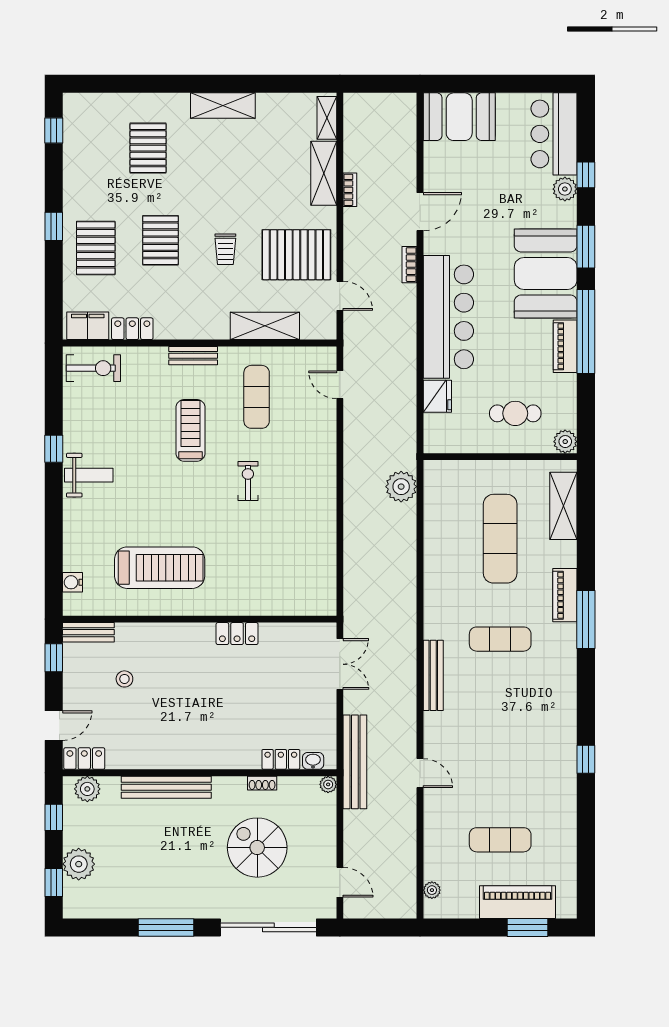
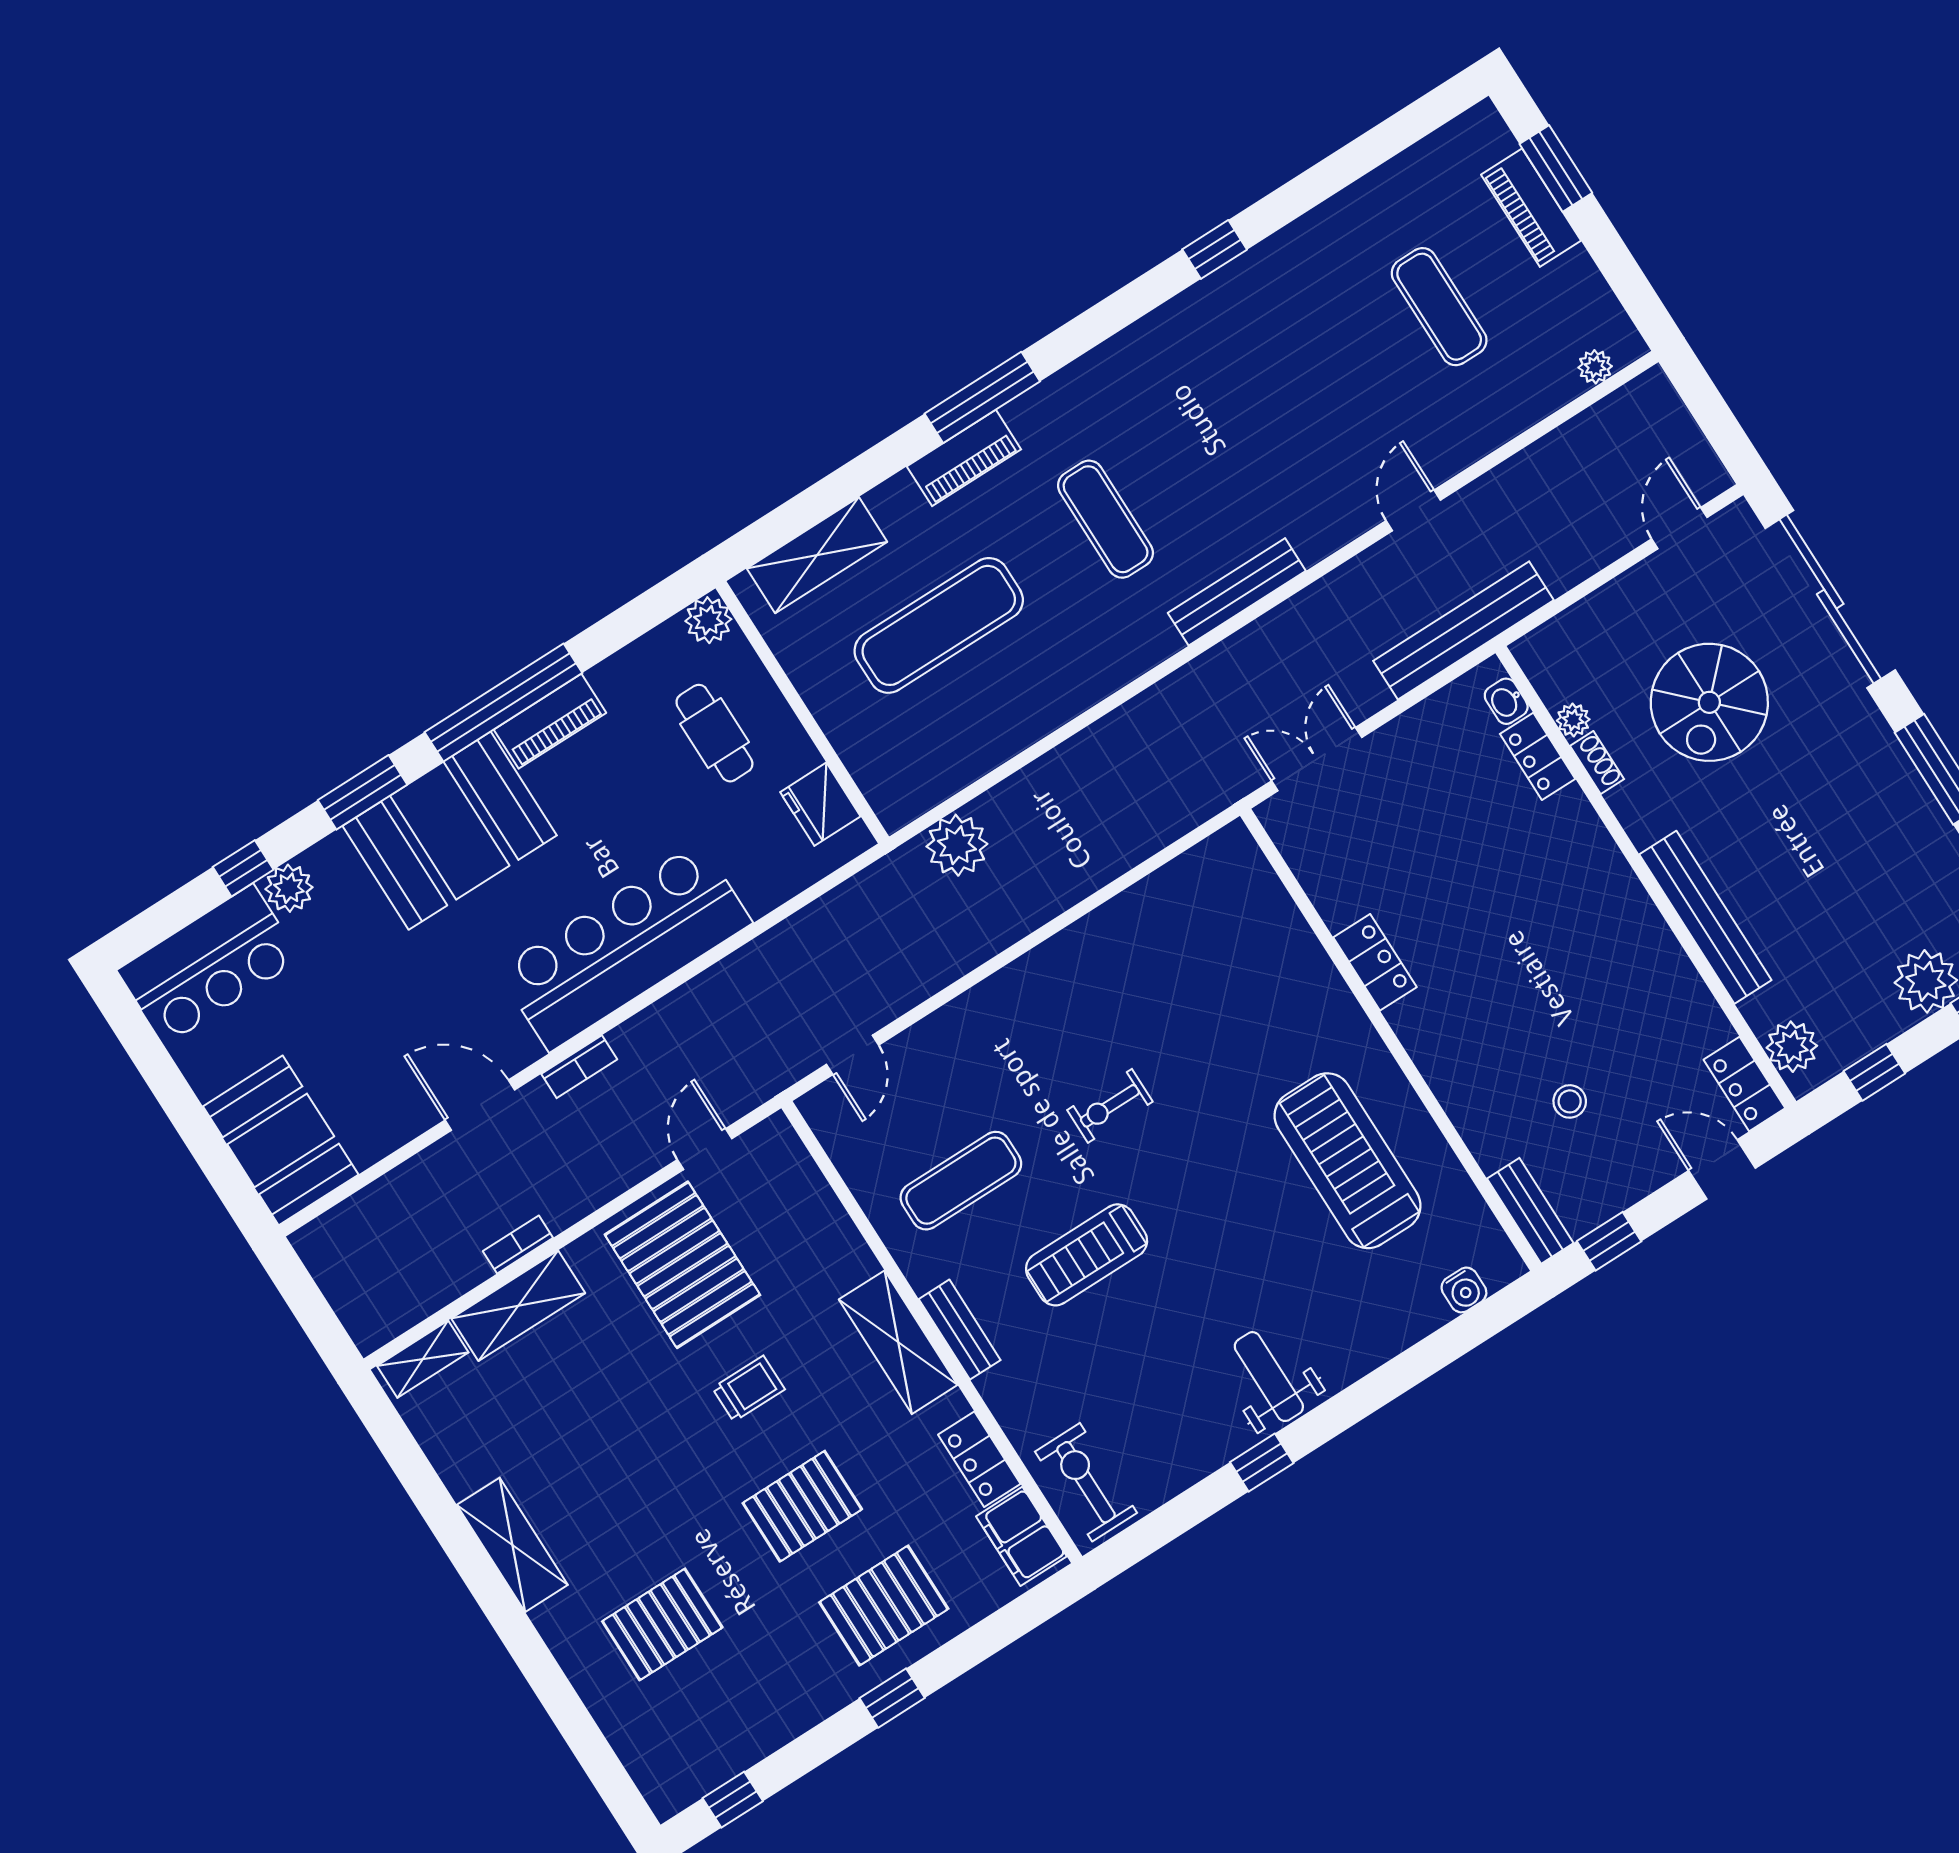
shelving: (265, 326) -> (898, 1342), moved
fridge: (437, 396) -> (820, 804), moved, turned -90
plant: (328, 784) -> (1573, 720), moved
piano: (517, 902) -> (1531, 208), width x0.73, depth x0.75

